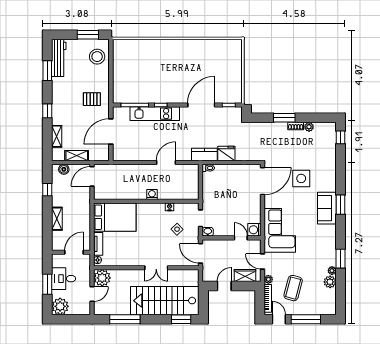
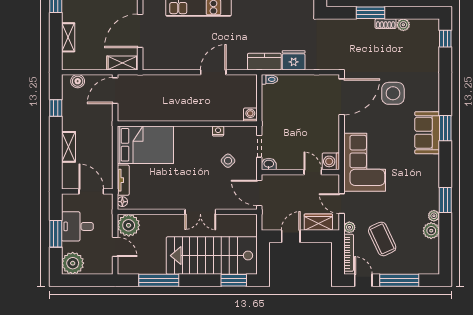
shelving: (77, 156) -> (122, 63), moved
washing machine: (152, 195) -> (250, 115), moved
door: (74, 252) -> (91, 191), hinge flipped
coffee table: (293, 288) -> (382, 239), turned -40
door: (92, 294) -> (115, 247), hinge flipped

